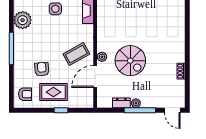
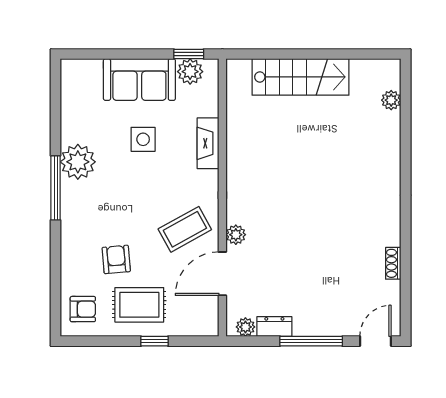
window: (11, 48) -> (56, 188), moved
spiral stairs: (130, 61) -> (292, 242), removed
plant: (136, 103) -> (245, 327), moved
door: (172, 110) -> (375, 341), swing flipped

